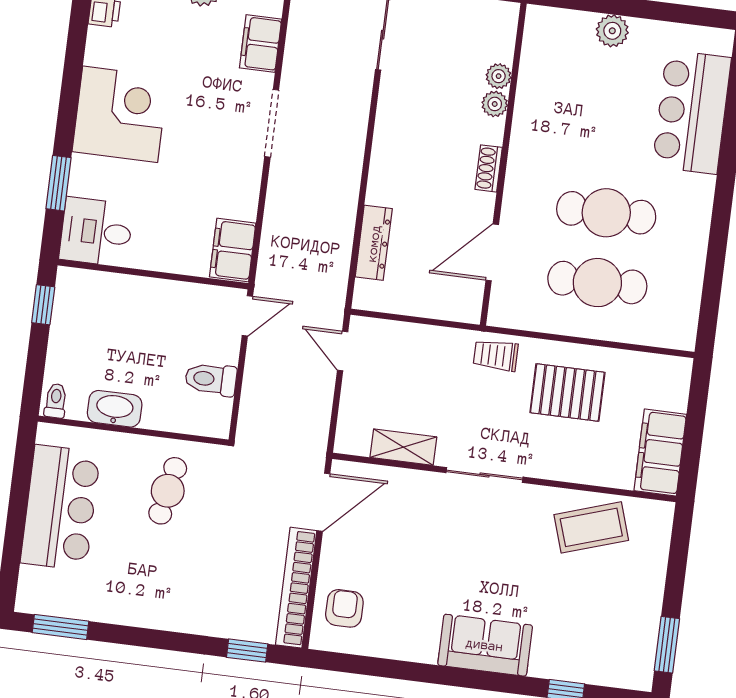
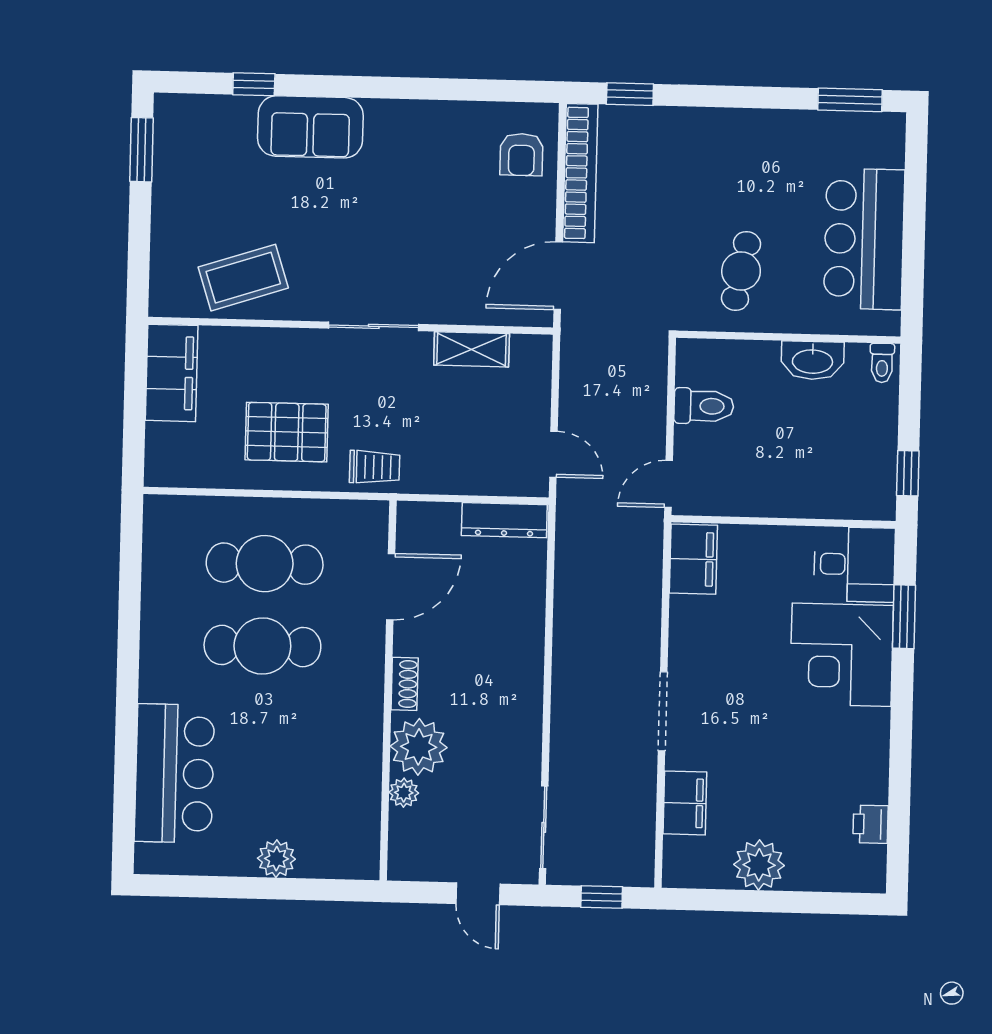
plant: (495, 104) -> (419, 747), width x1.87, depth x1.87
corner desk: (120, 114) -> (842, 655), moved
dresser: (374, 243) -> (504, 520), moved, turned -90
sofa: (485, 645) -> (310, 127), moved

